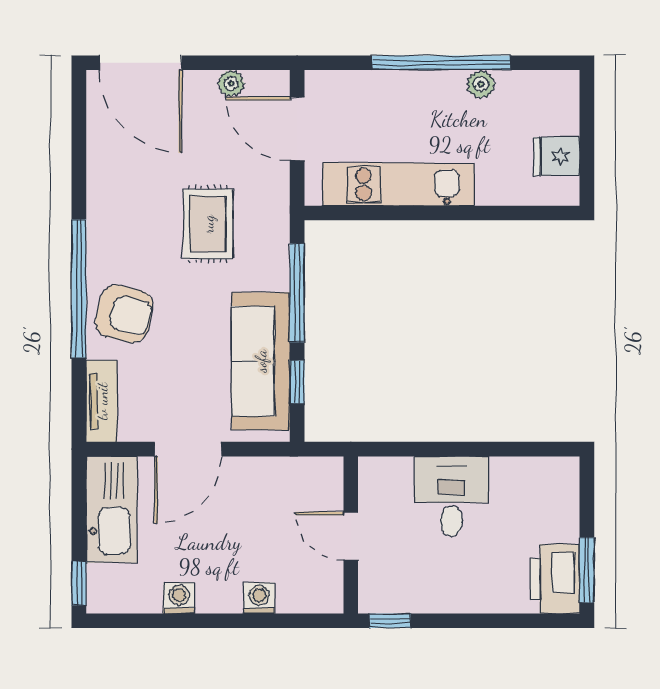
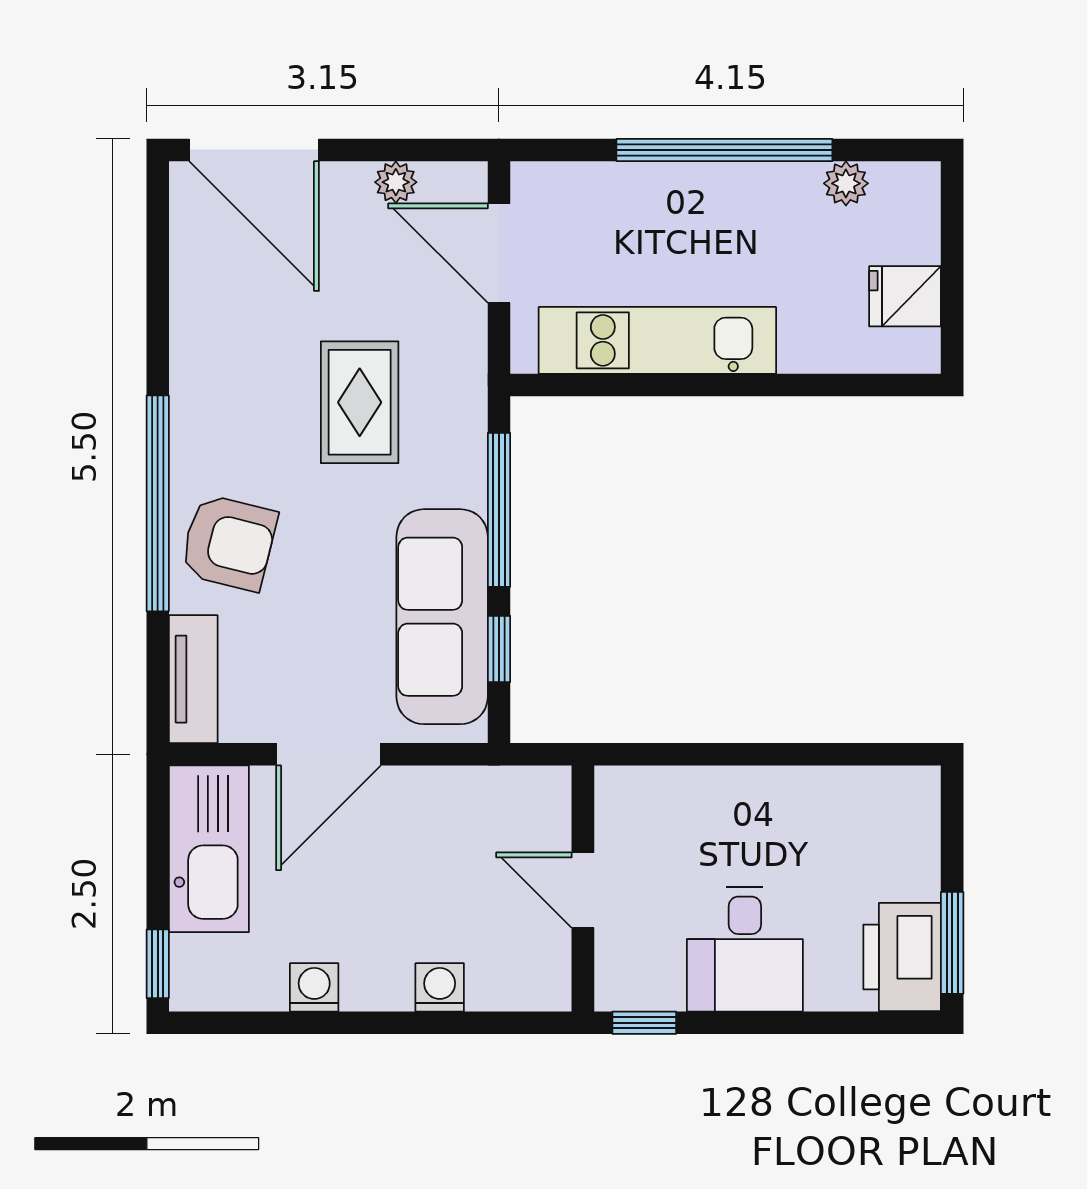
plant: (481, 84) -> (846, 183), moved
desk: (451, 496) -> (745, 949), moved, turned 180

